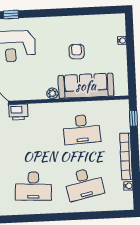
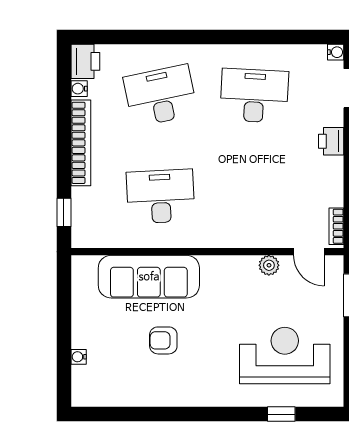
armchair: (77, 52) -> (163, 340), turned 90
plant: (52, 93) -> (269, 265), moved
printer: (18, 112) -> (85, 61), moved, turned 90

